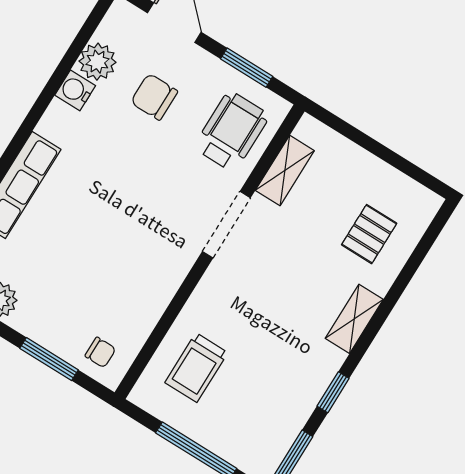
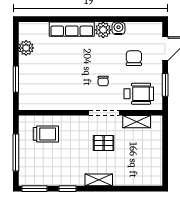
plant: (97, 62) -> (103, 30), moved
pallet: (369, 234) -> (104, 143), moved
chair: (100, 352) -> (103, 81), moved
trolley: (196, 368) -> (46, 134), turned 180

